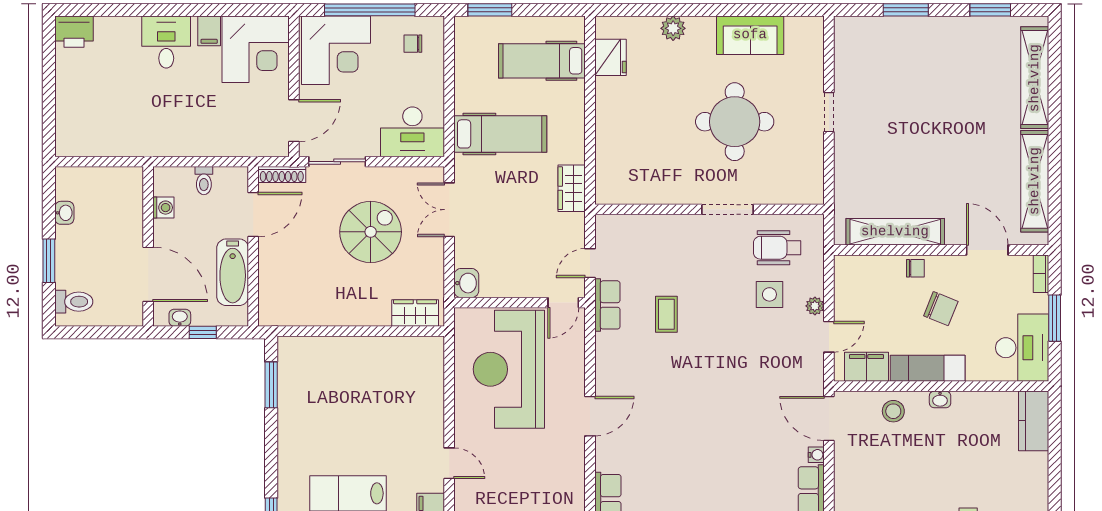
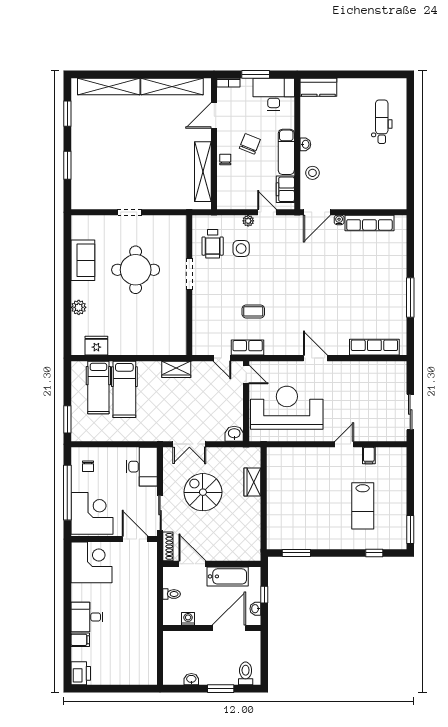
filing cabinet: (209, 31) -> (80, 640), moved
hospital bed: (500, 134) -> (124, 389), moved, turned 180
wardrobe: (415, 313) -> (252, 482), moved
reception desk: (509, 369) -> (287, 408), turned 180

